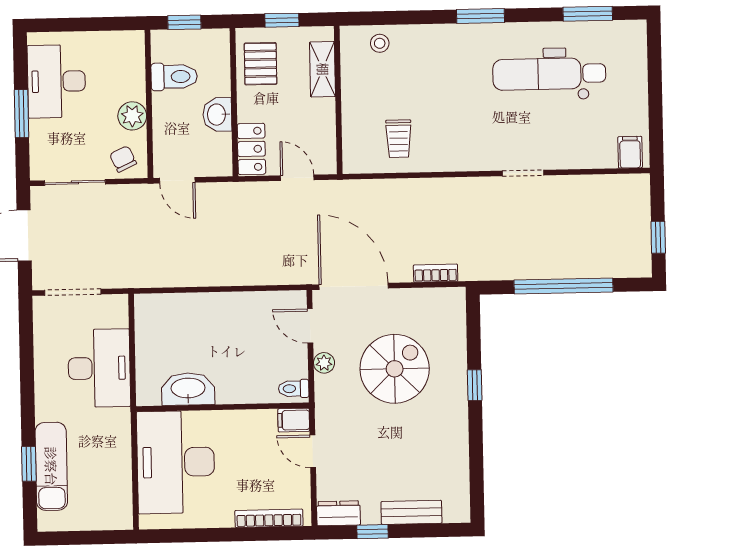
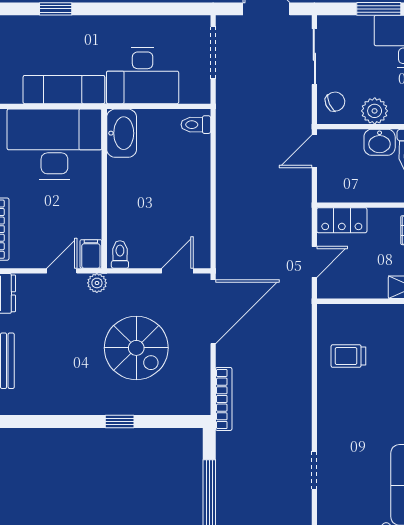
washbasin: (217, 115) -> (380, 142), moved, turned 180
bookcase: (436, 273) -> (224, 399), width x1.56
toilet: (151, 309) -> (196, 125), added
plant: (324, 363) -> (97, 283), moved
washbasin: (188, 389) -> (122, 133), moved
exam couch: (51, 466) -> (64, 90), moved, turned 180

